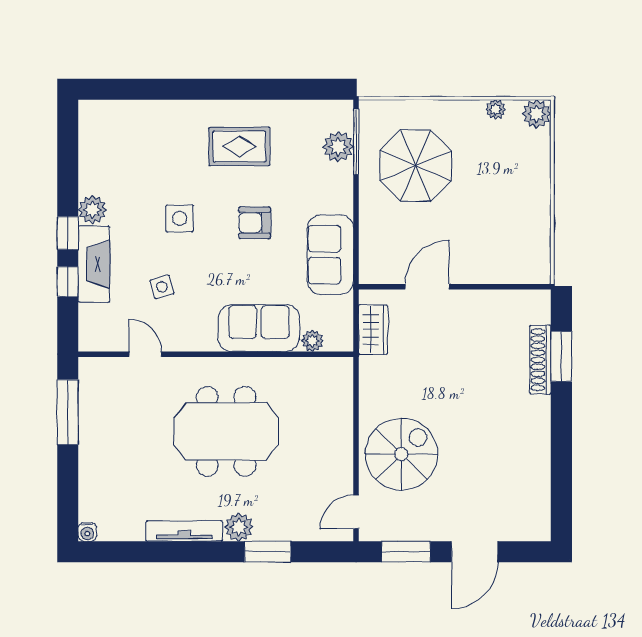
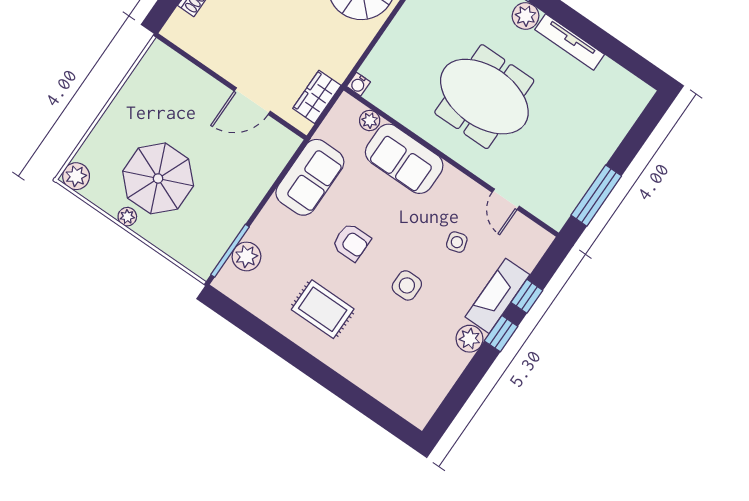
plant: (496, 109) -> (127, 217), moved
parasol: (416, 166) -> (158, 178), moved
water cooler: (87, 532) -> (359, 84), moved, turned 180

